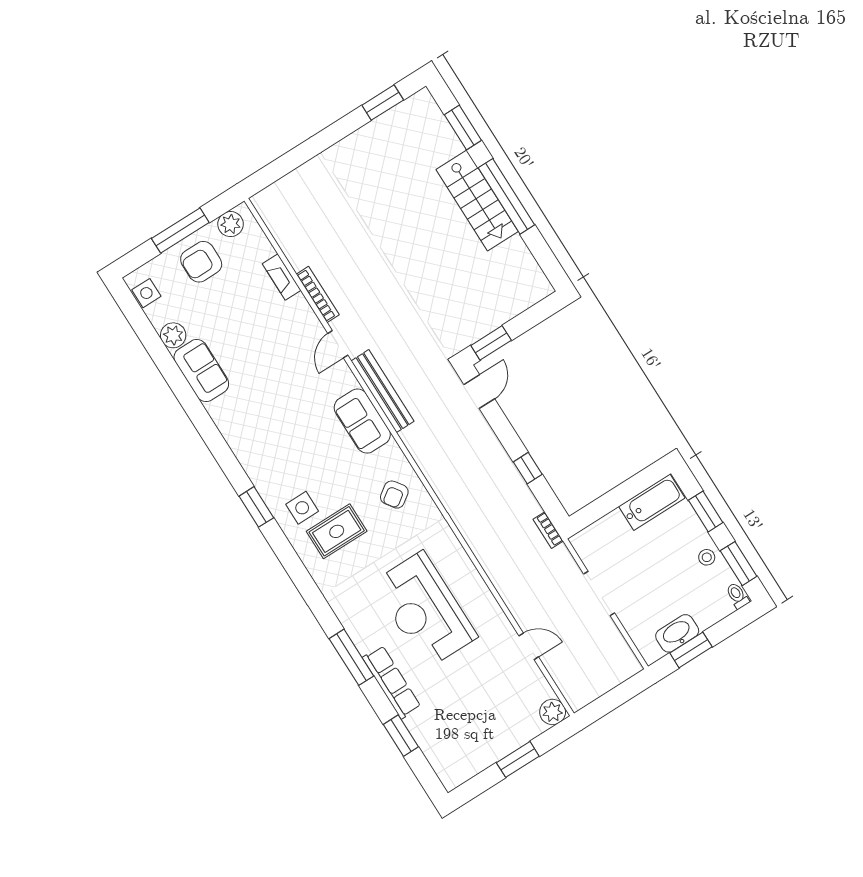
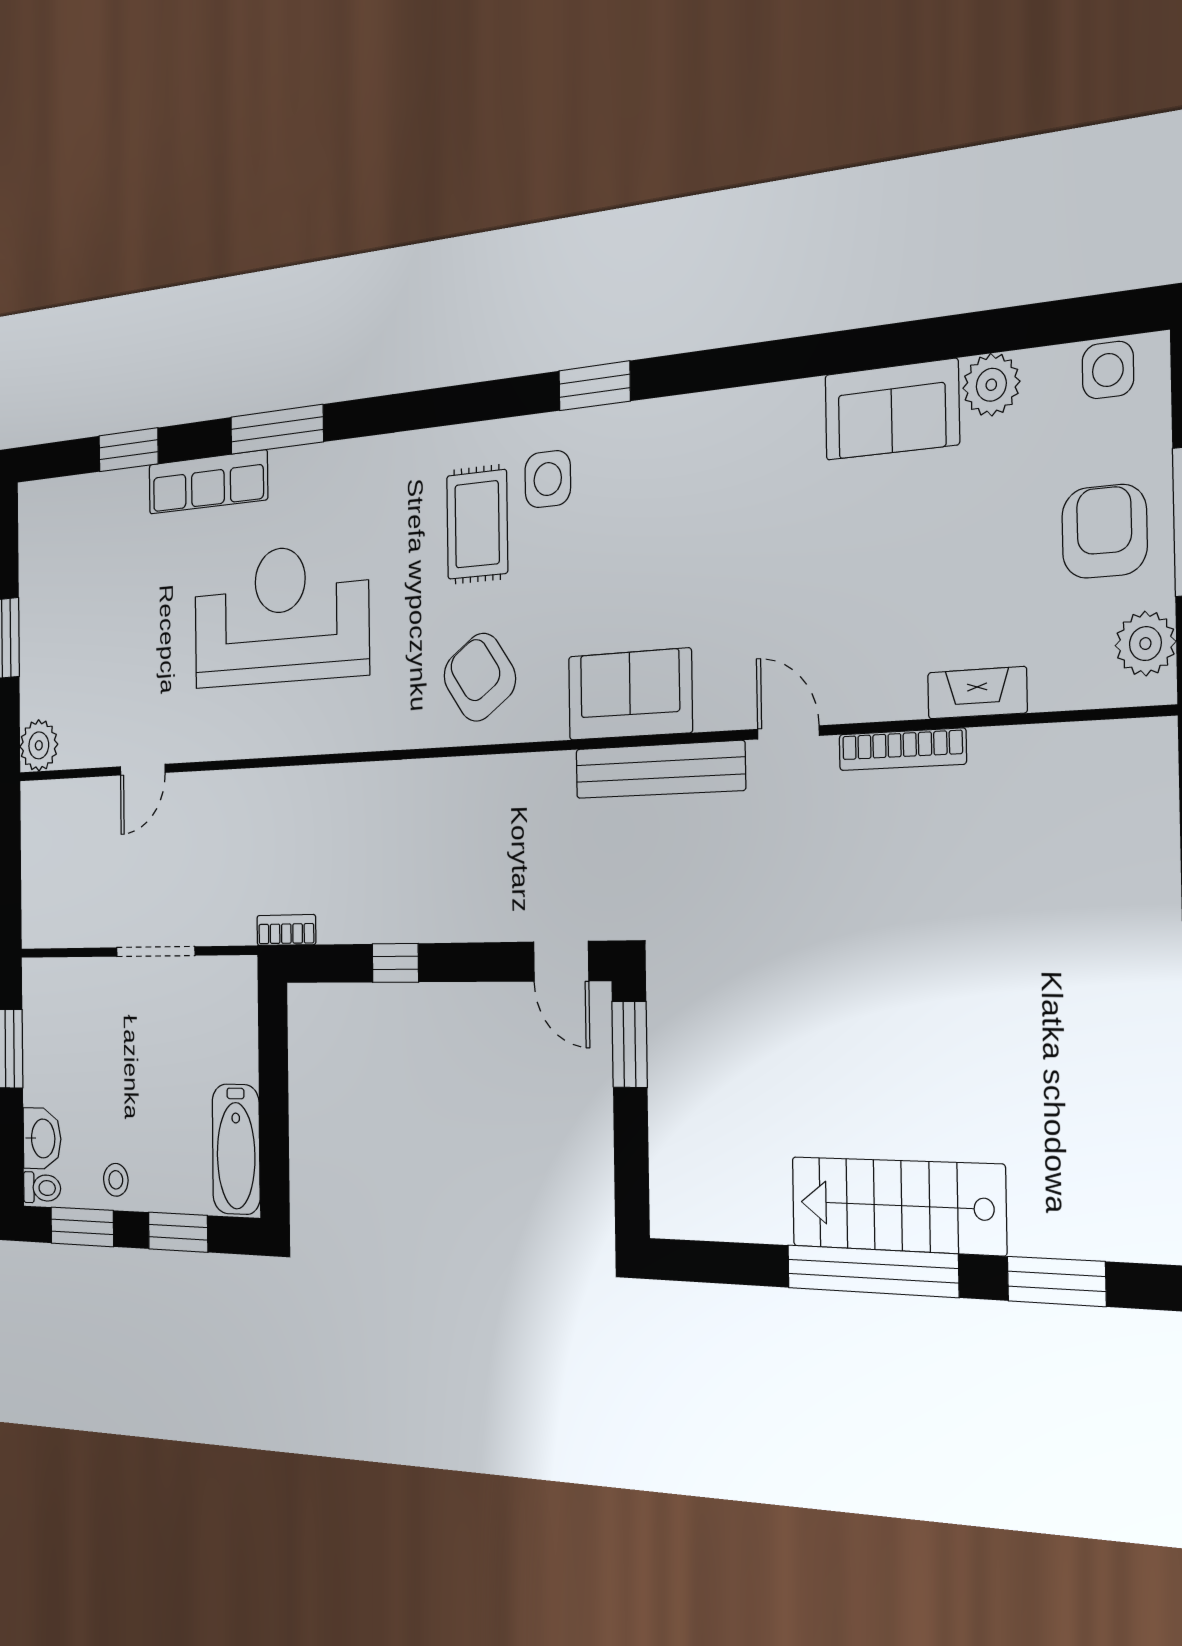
armchair: (394, 495) -> (480, 677), width x1.38, depth x1.38
washbasin: (677, 633) -> (42, 1138), moved, width x0.72

